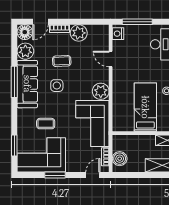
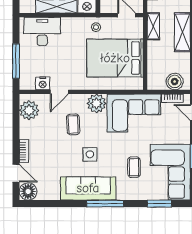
plant: (79, 33) -> (29, 110), moved
nightstand: (118, 34) -> (43, 83), moved
plant: (25, 51) -> (50, 191), removed
coffee table: (62, 61) -> (73, 124), moved
window: (14, 82) -> (105, 204), moved
bed: (145, 107) -> (115, 58), width x1.50

